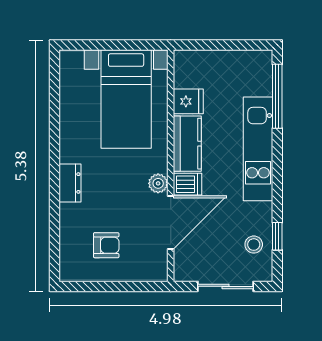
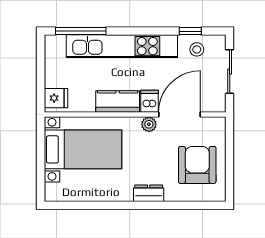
fridge: (188, 101) -> (56, 98), moved, turned 90
kitchen unit: (258, 149) -> (122, 46), width x1.36
door: (171, 222) -> (180, 115), hinge flipped
armchair: (106, 245) -> (197, 165), width x1.88, depth x1.88

